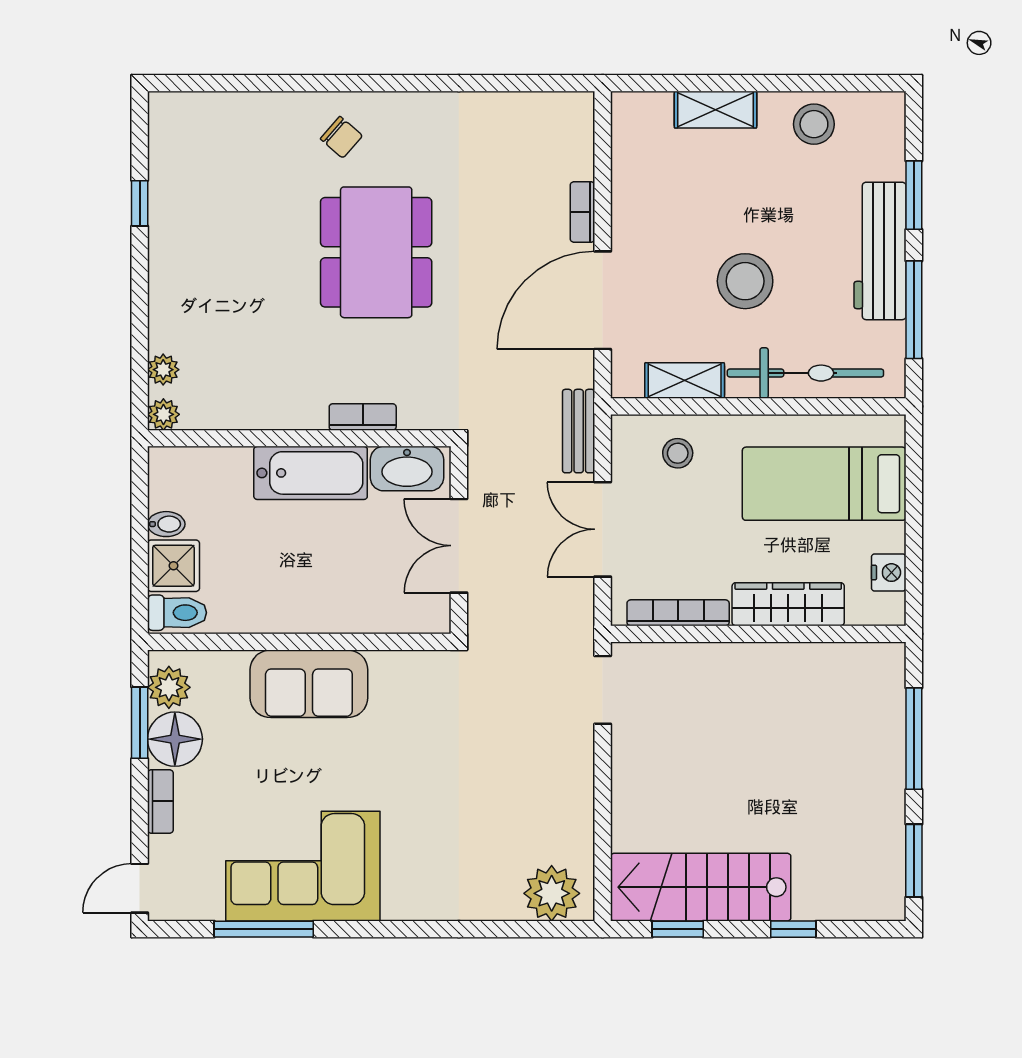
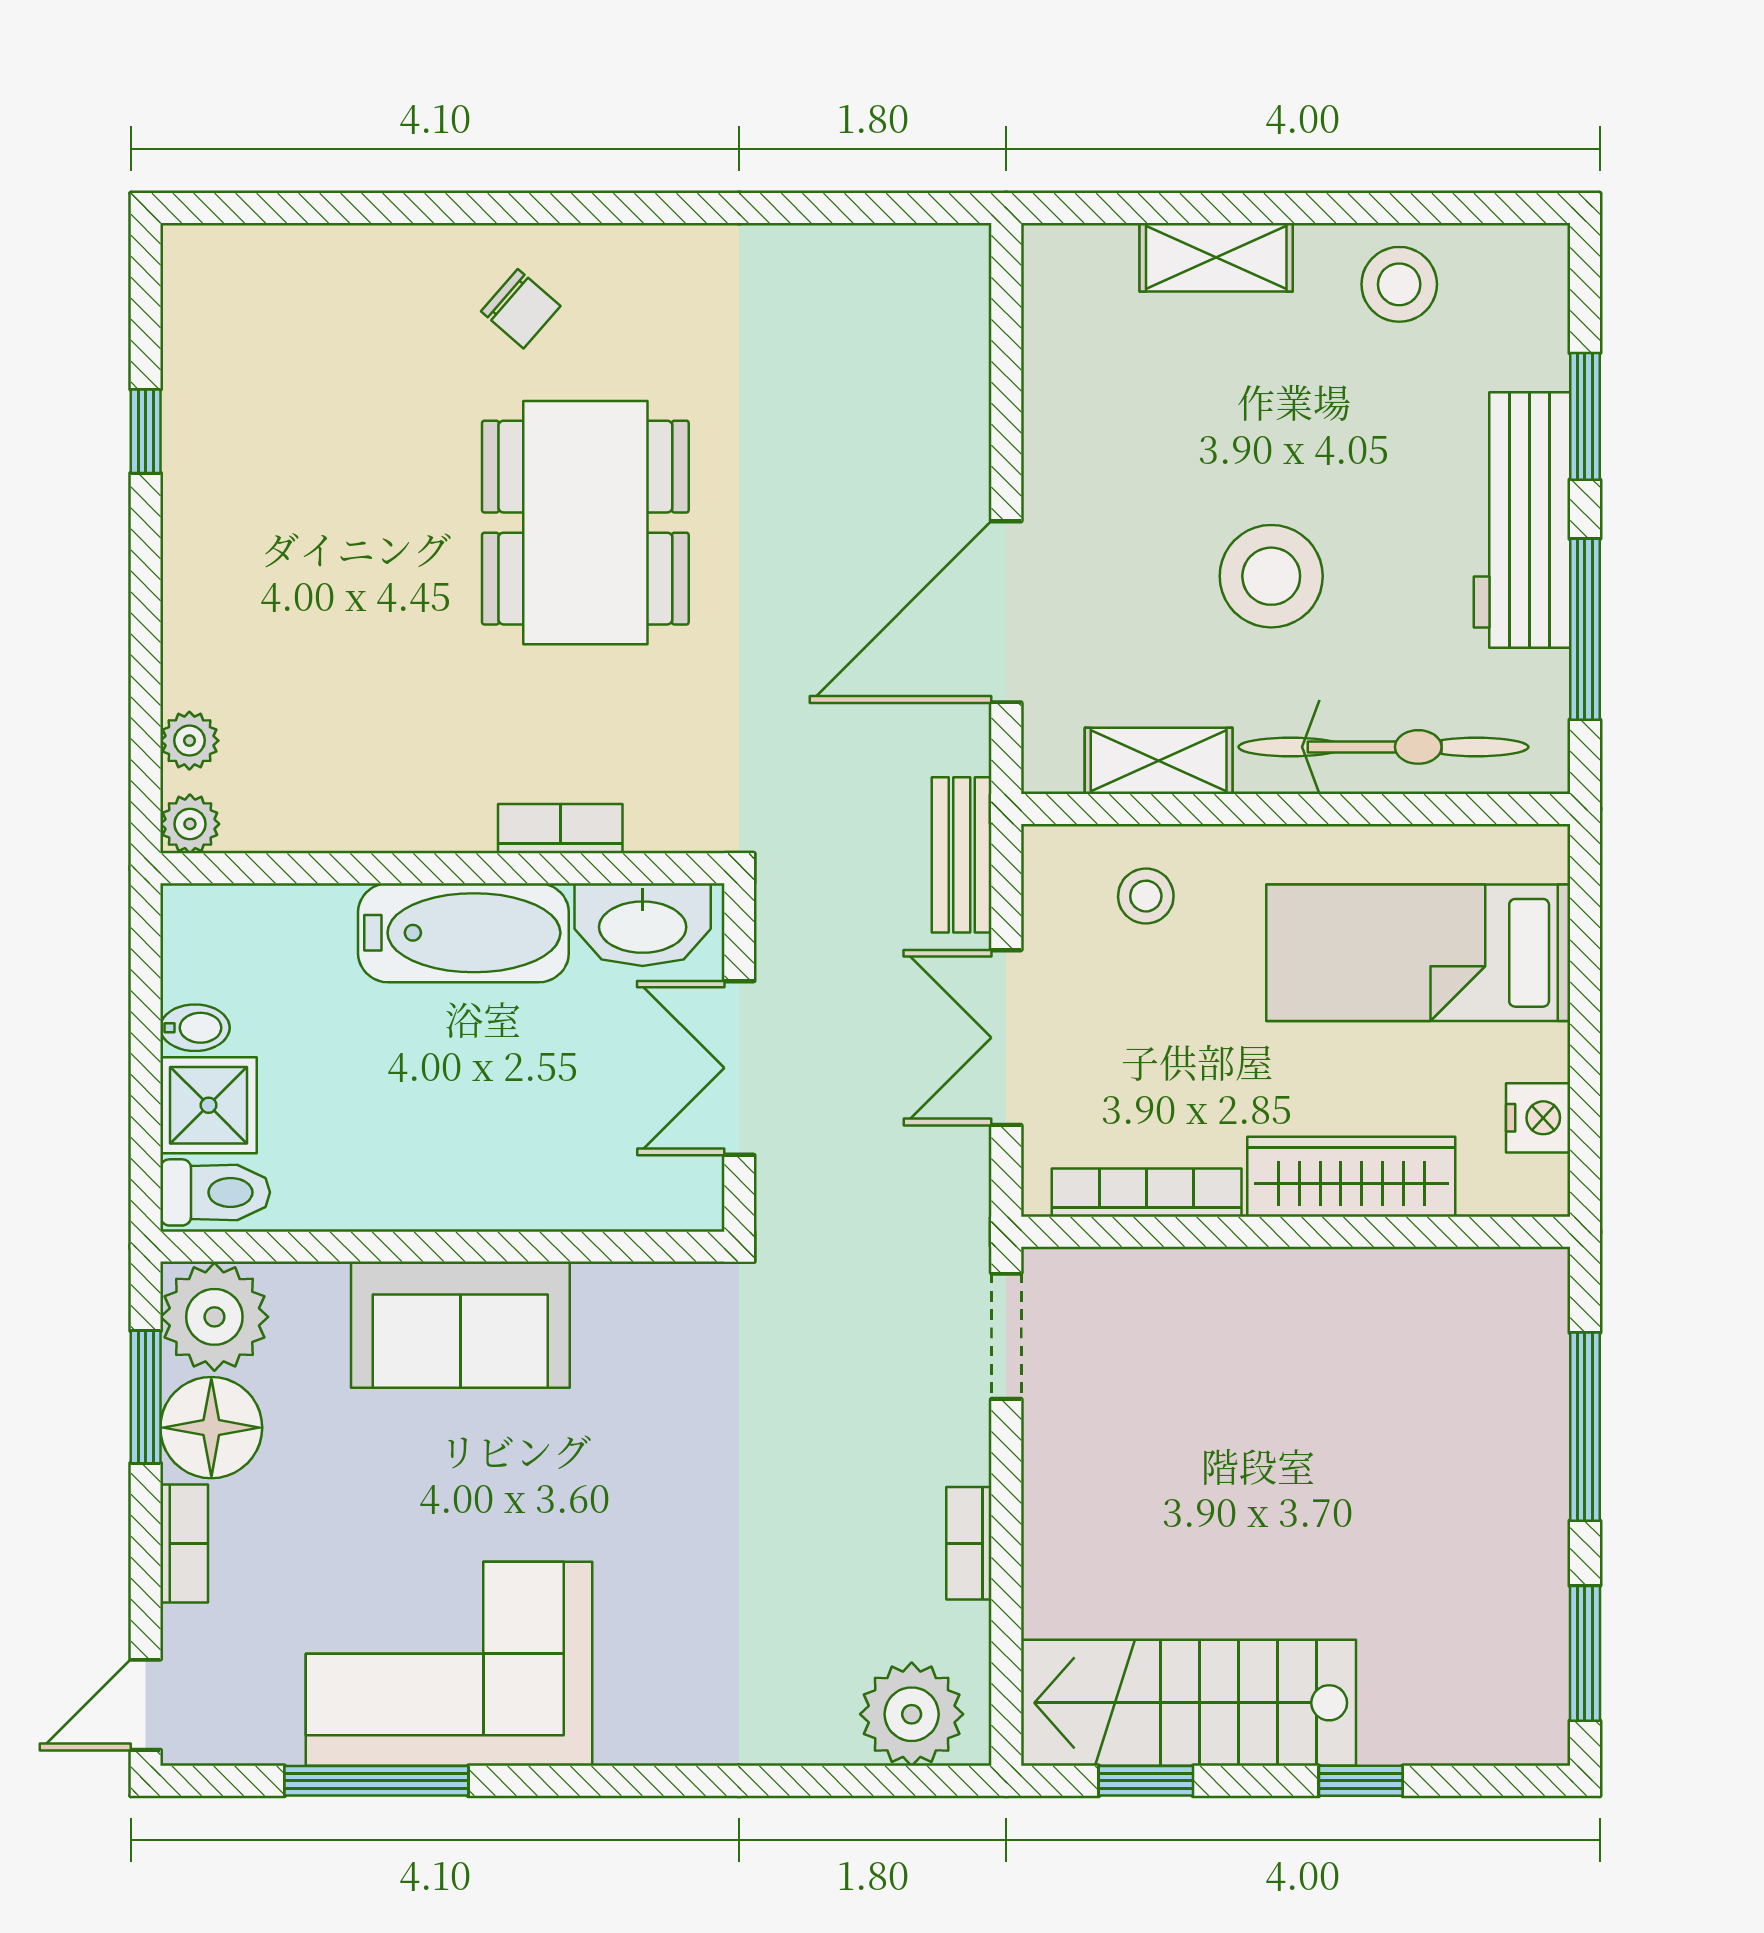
bookcase: (582, 212) -> (969, 1543), moved
plant: (169, 687) -> (214, 1317), width x1.36, depth x1.36

